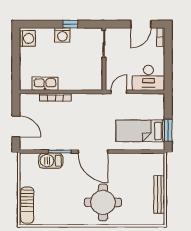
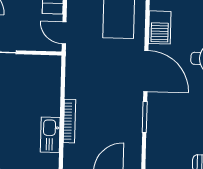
door: (93, 152) -> (146, 71), hinge flipped
barbecue: (51, 161) -> (160, 27), moved

